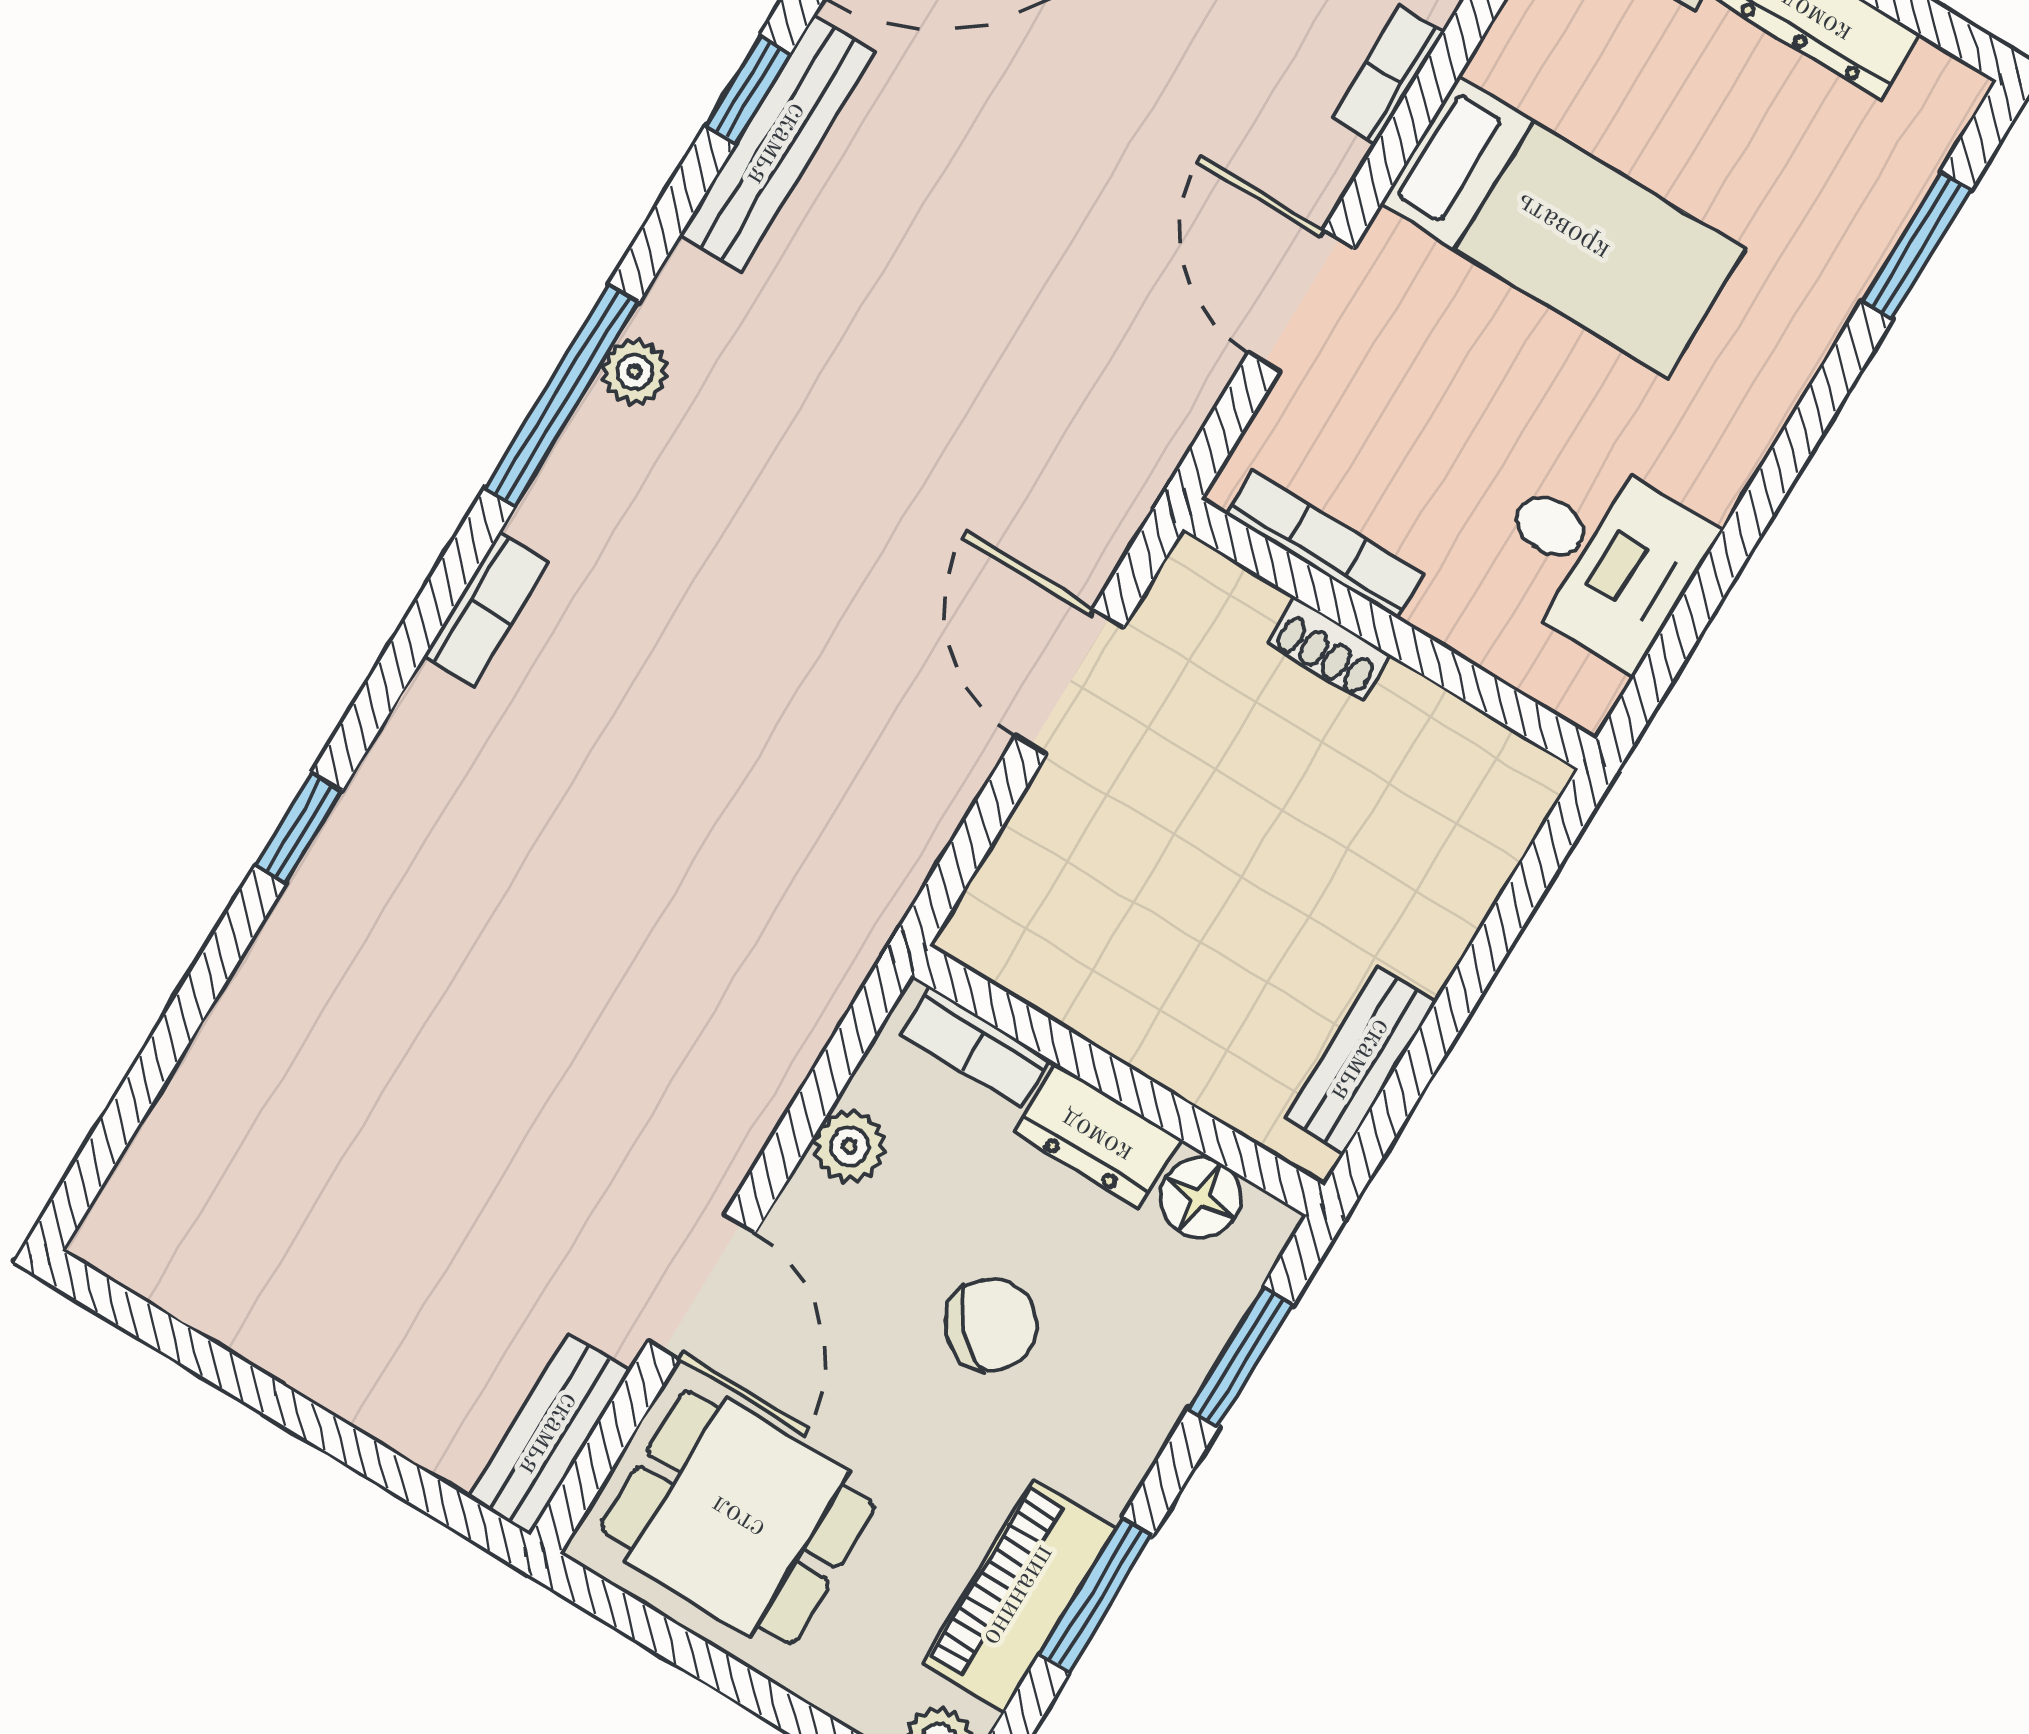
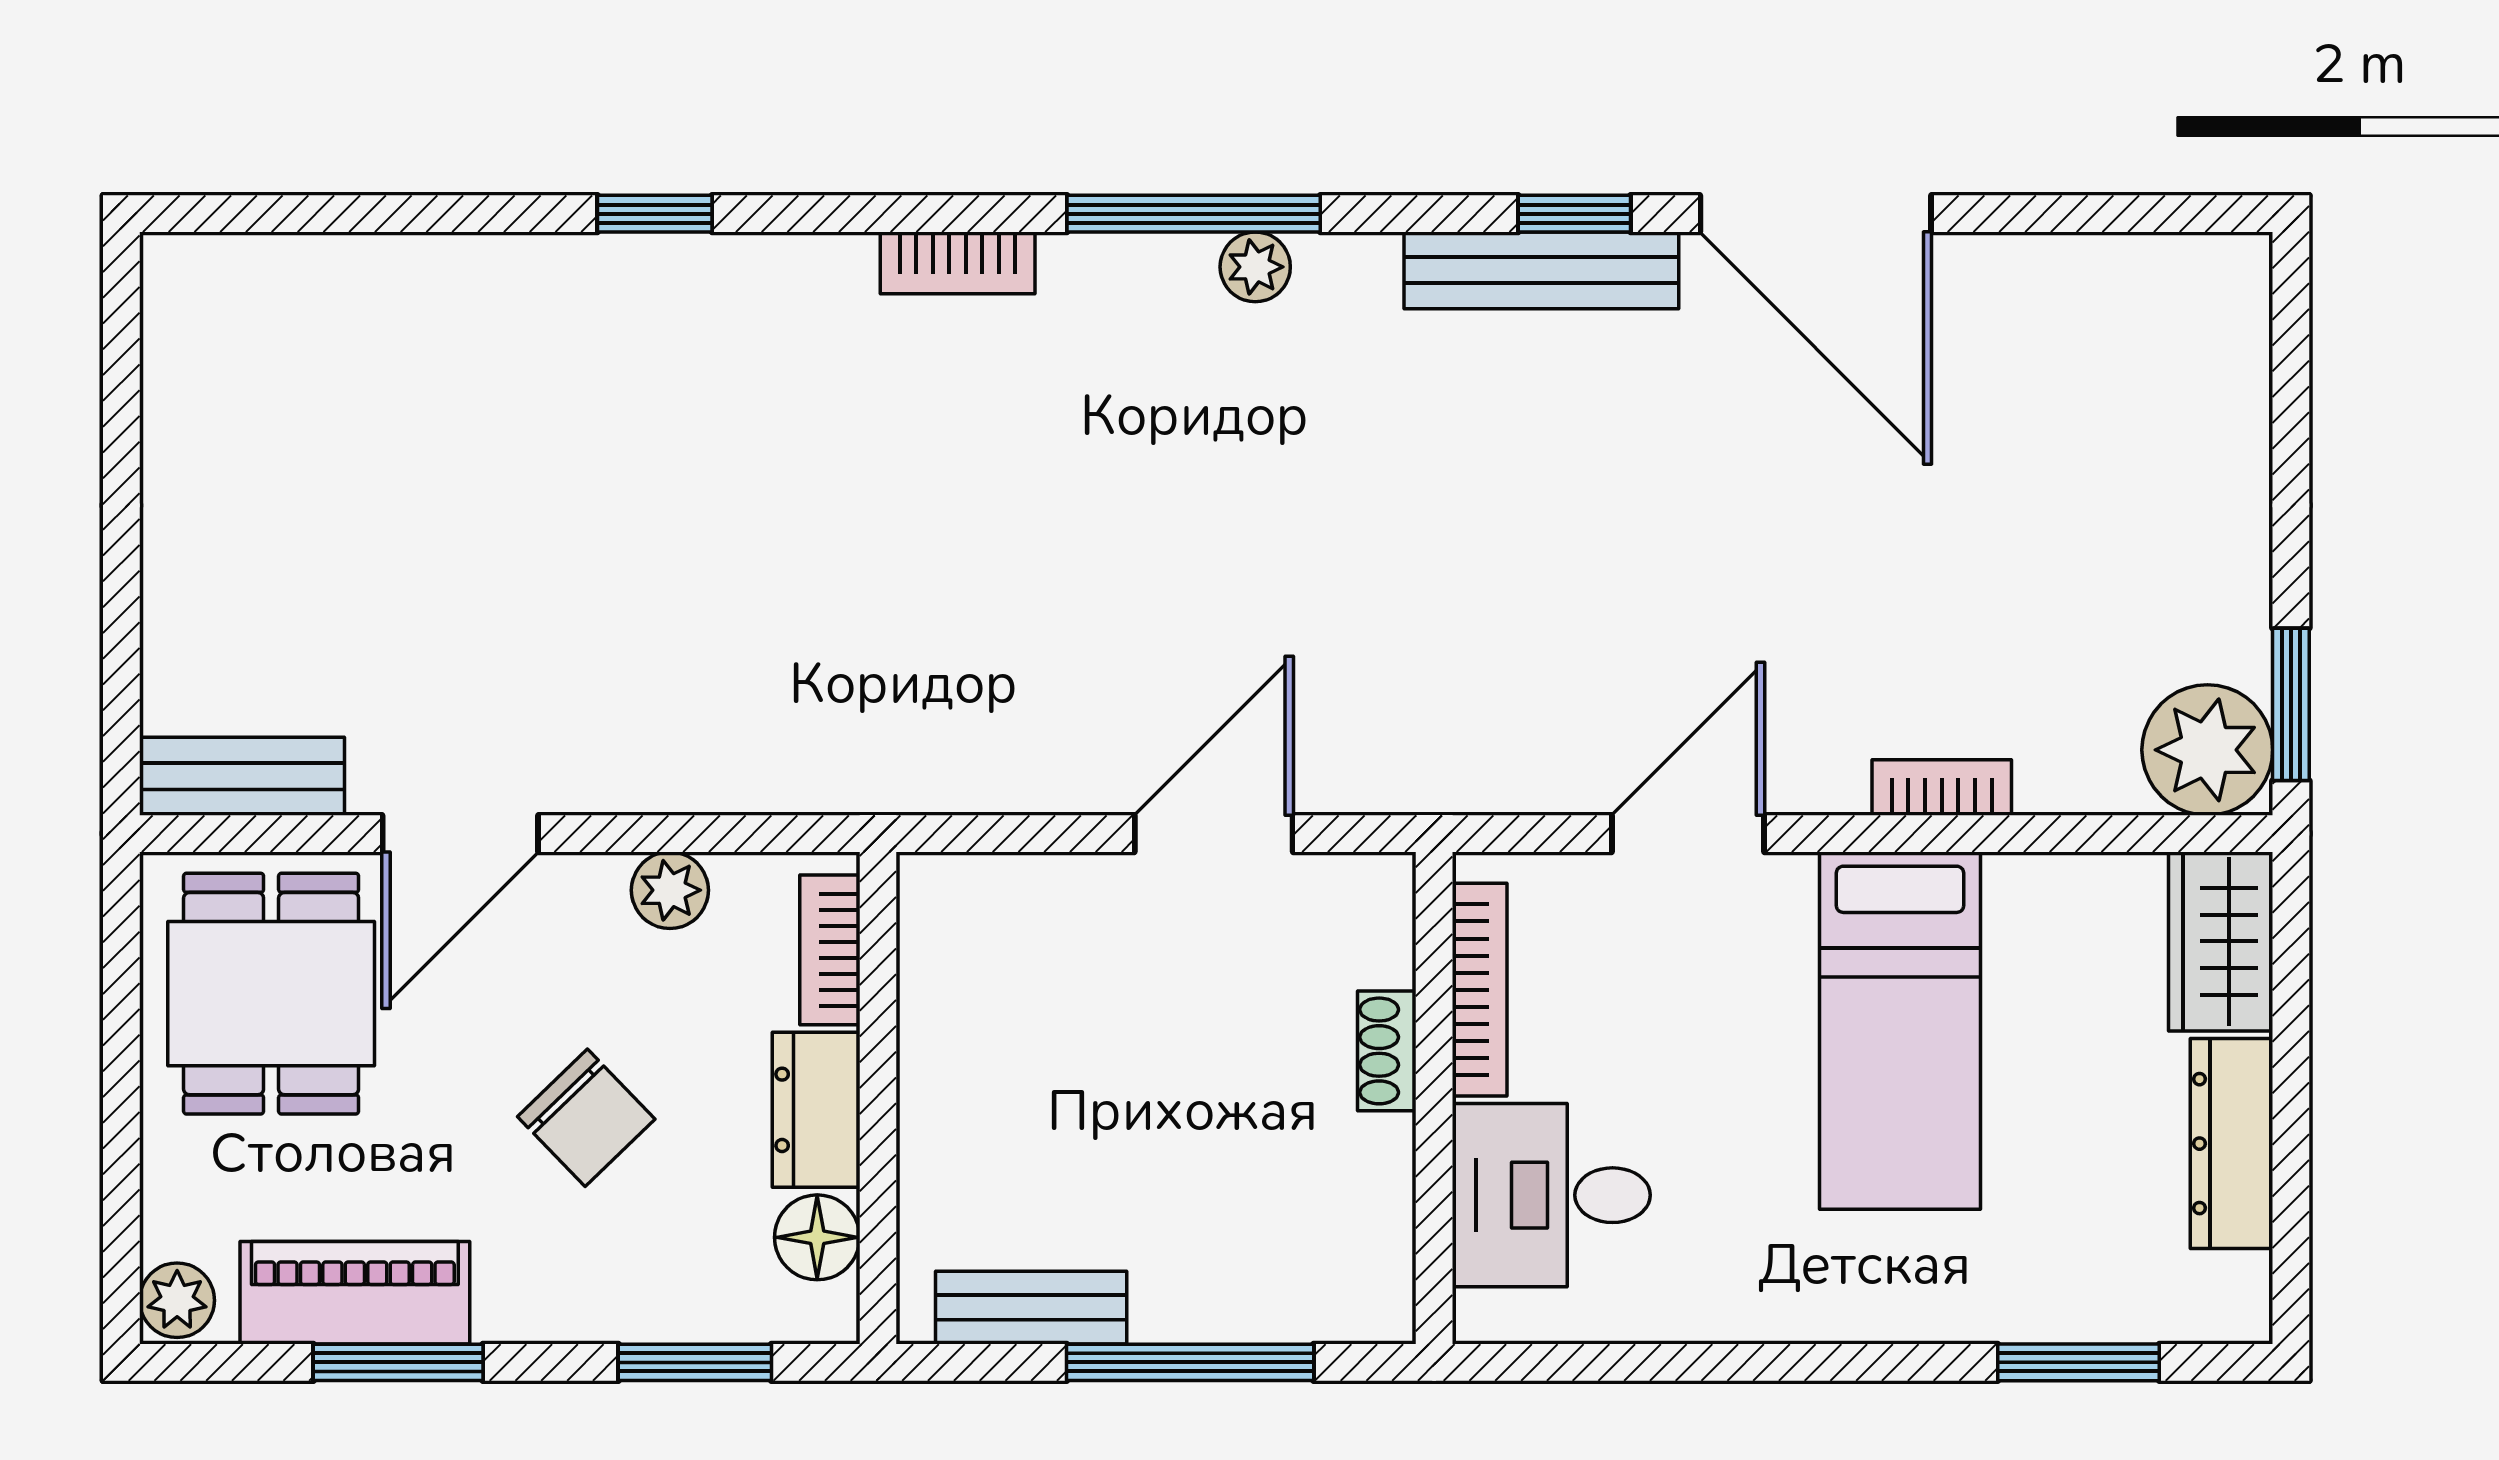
desk: (1599, 556) -> (1551, 1195), moved, turned 90
window: (1483, 959) -> (1190, 1362), added

